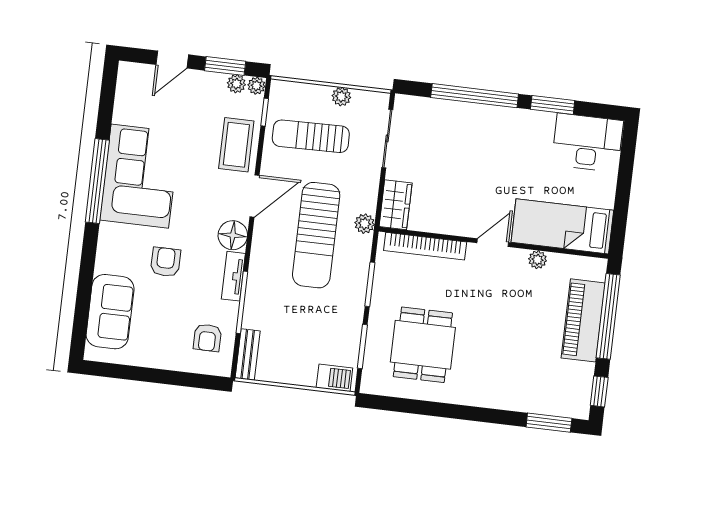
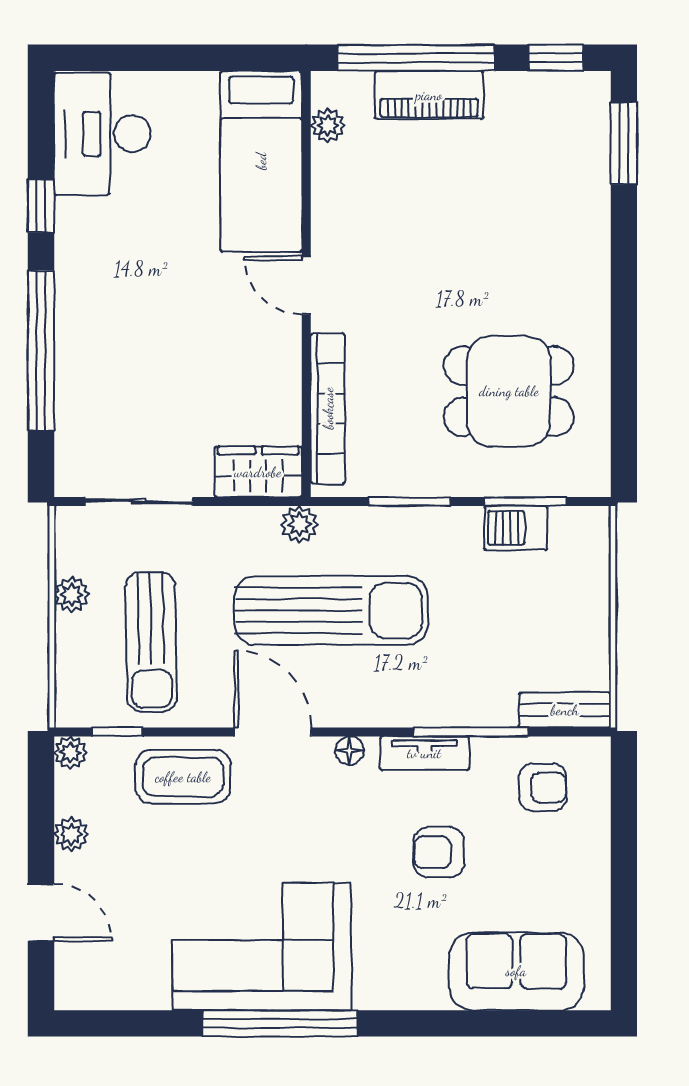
window: (225, 66) -> (41, 814), removed
plant: (236, 84) -> (71, 834), moved
window: (553, 105) -> (41, 206), width x0.67
floor lamp: (233, 235) -> (350, 751), width x0.53, depth x0.53
plant: (538, 260) -> (328, 125), moved
armchair: (166, 262) -> (439, 852), moved
piano: (583, 320) -> (429, 95), width x0.73, depth x0.75
barbecue: (334, 378) -> (516, 528), moved, turned -90

